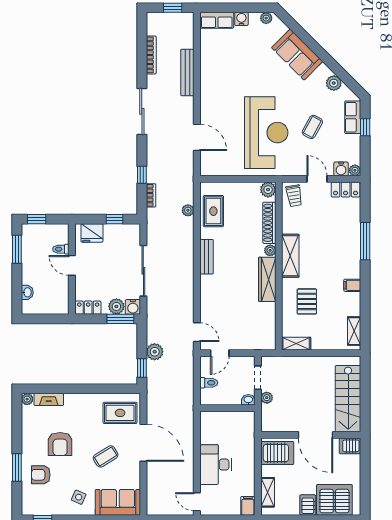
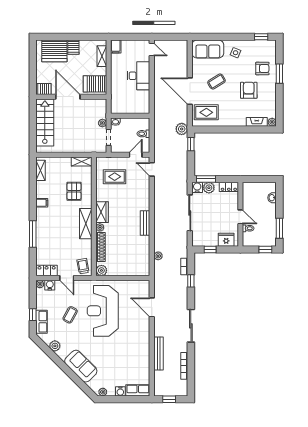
rug: (213, 211) -> (115, 177), moved, turned 90
wardrobe: (267, 279) -> (102, 212), width x0.67
plant: (155, 352) -> (182, 129), moved

